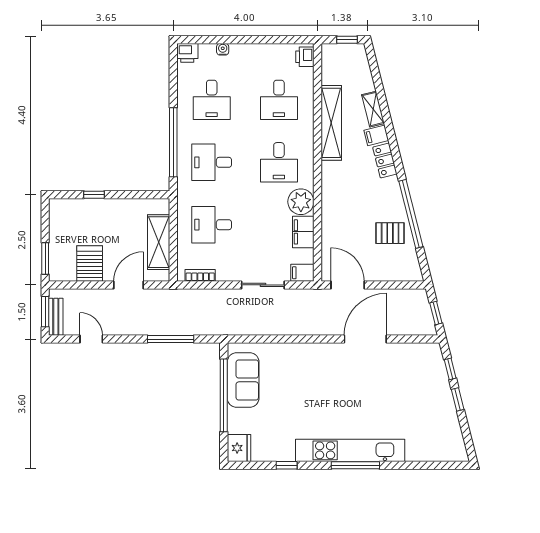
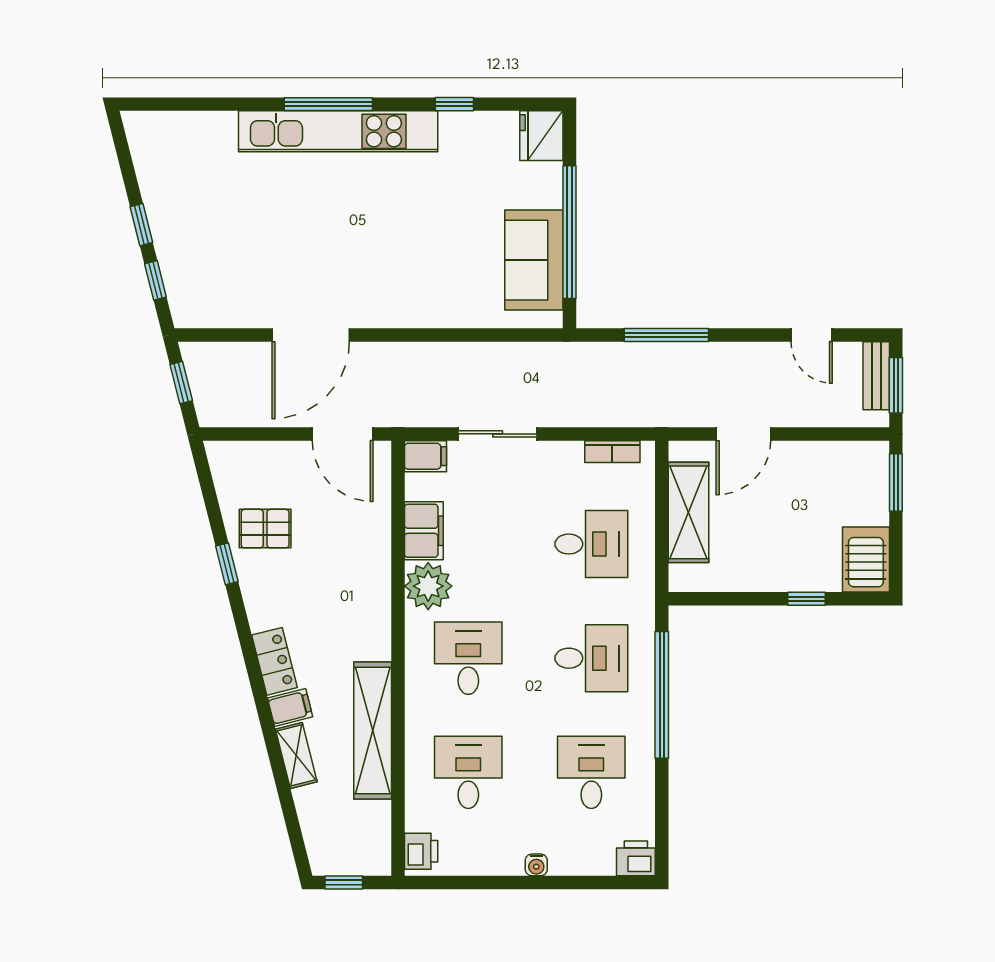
water cooler: (223, 49) -> (536, 865), moved
window: (411, 214) -> (227, 564), width x0.32
server rack: (90, 263) -> (866, 559), moved, turned 180

